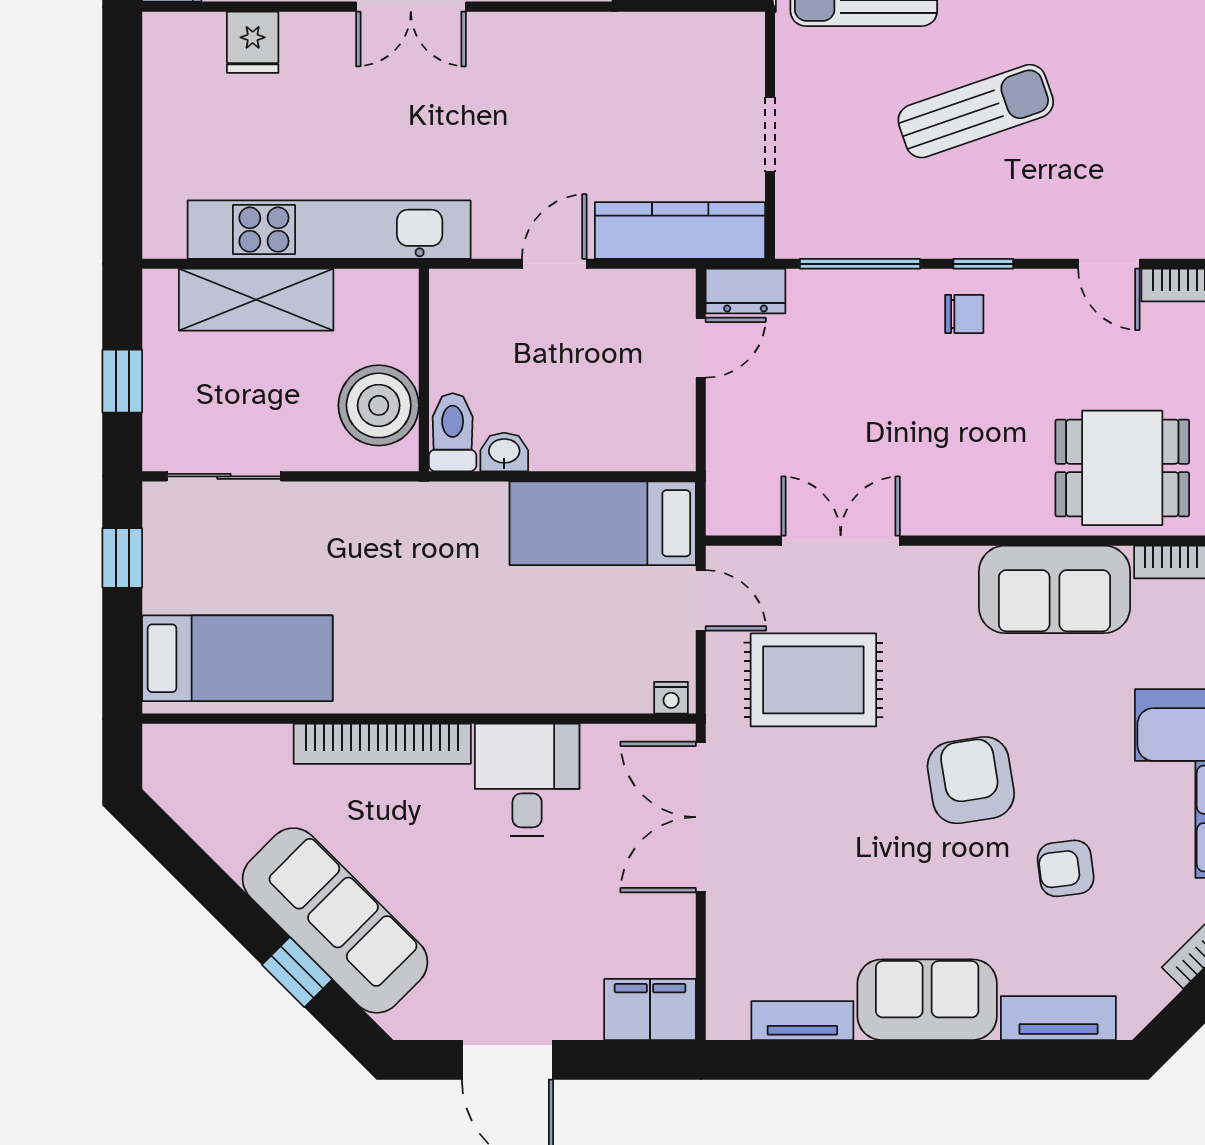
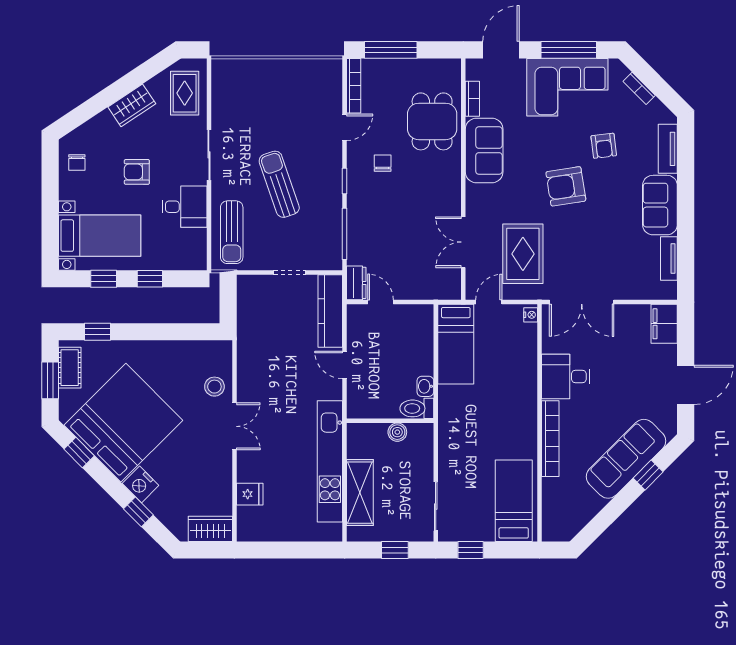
chair: (964, 314) -> (383, 163), moved
boiler: (379, 405) -> (397, 432), width x0.54, depth x0.54

